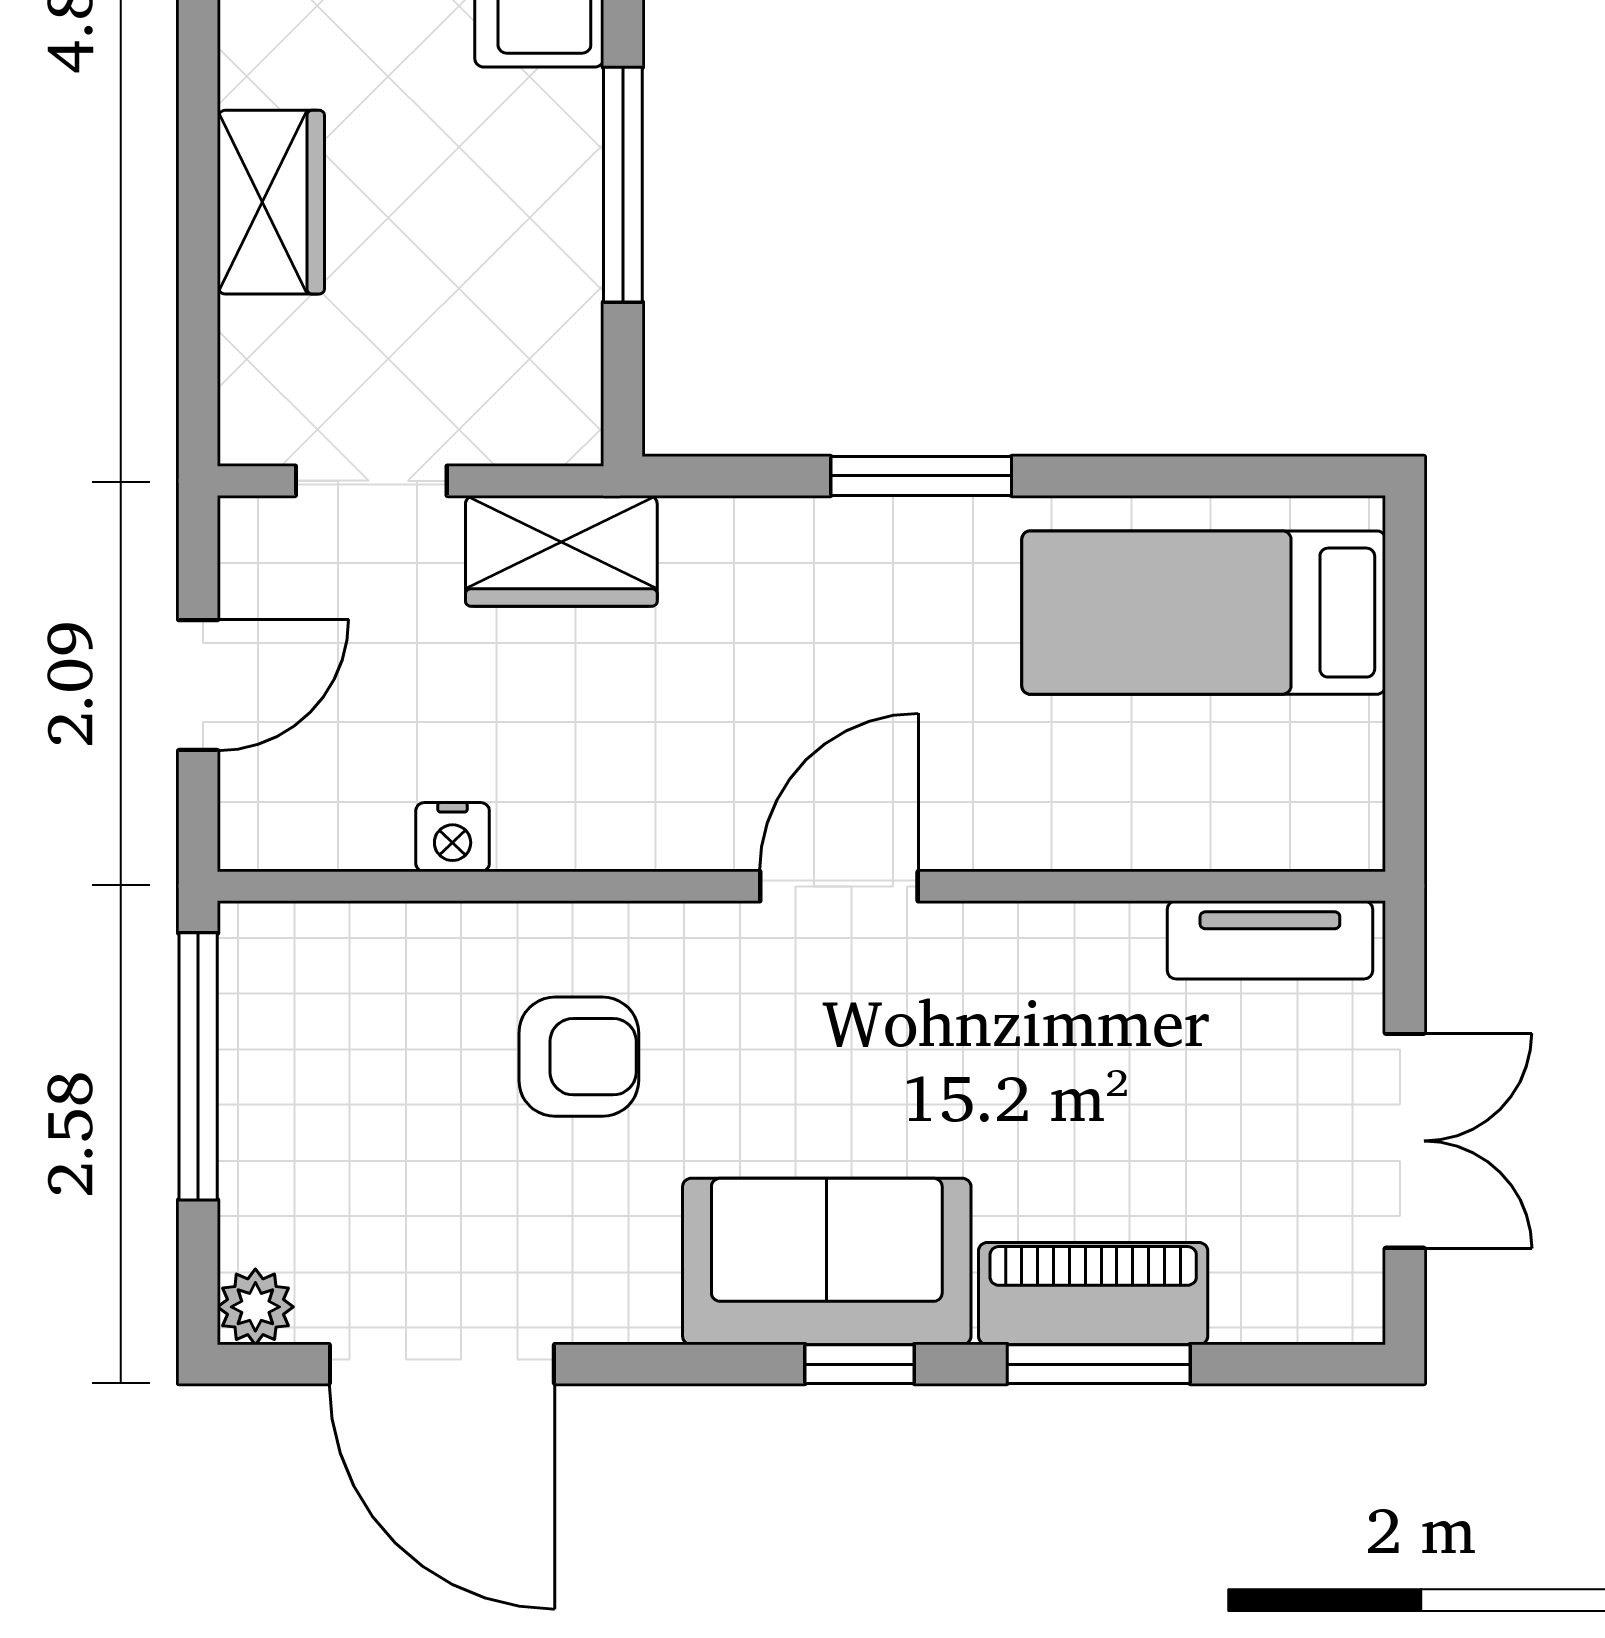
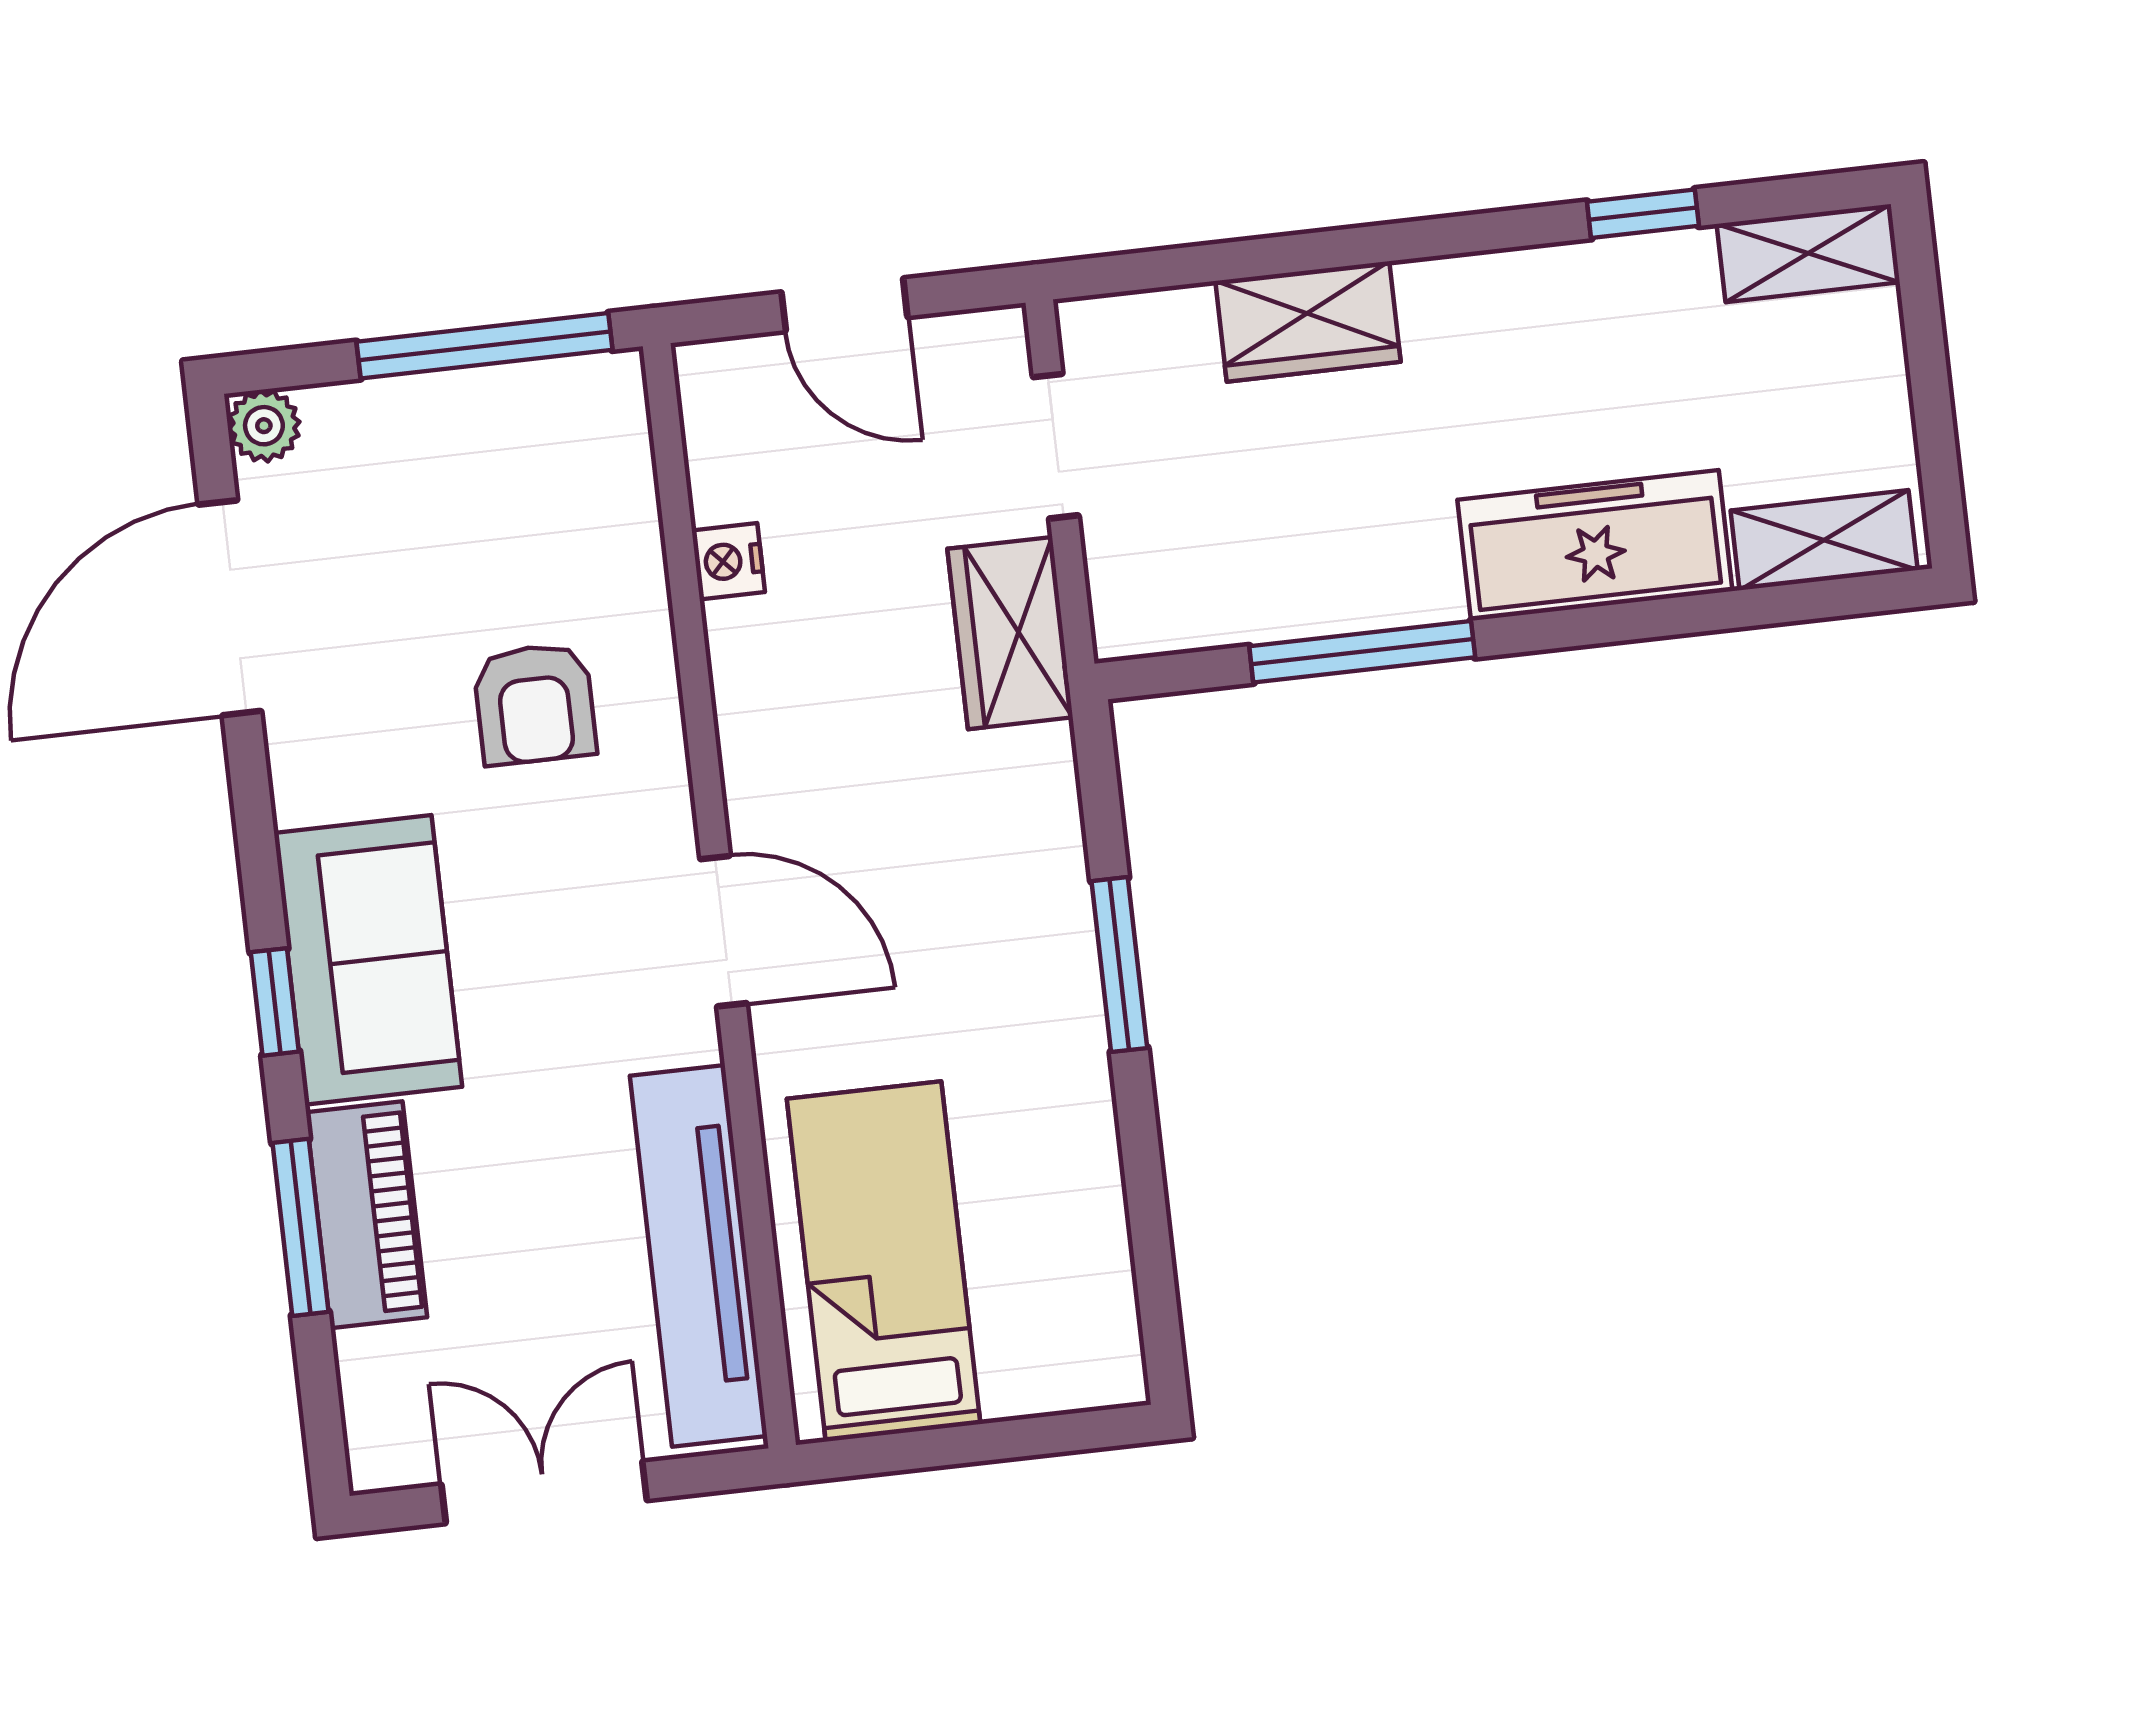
bed: (1204, 613) -> (884, 1261), moved
tv unit: (1270, 940) -> (698, 1256), width x1.92, depth x1.29
double door: (1405, 1141) -> (544, 1492), swing flipped

